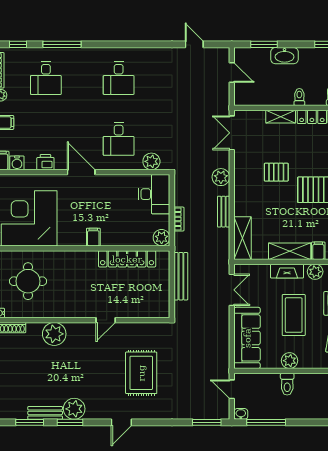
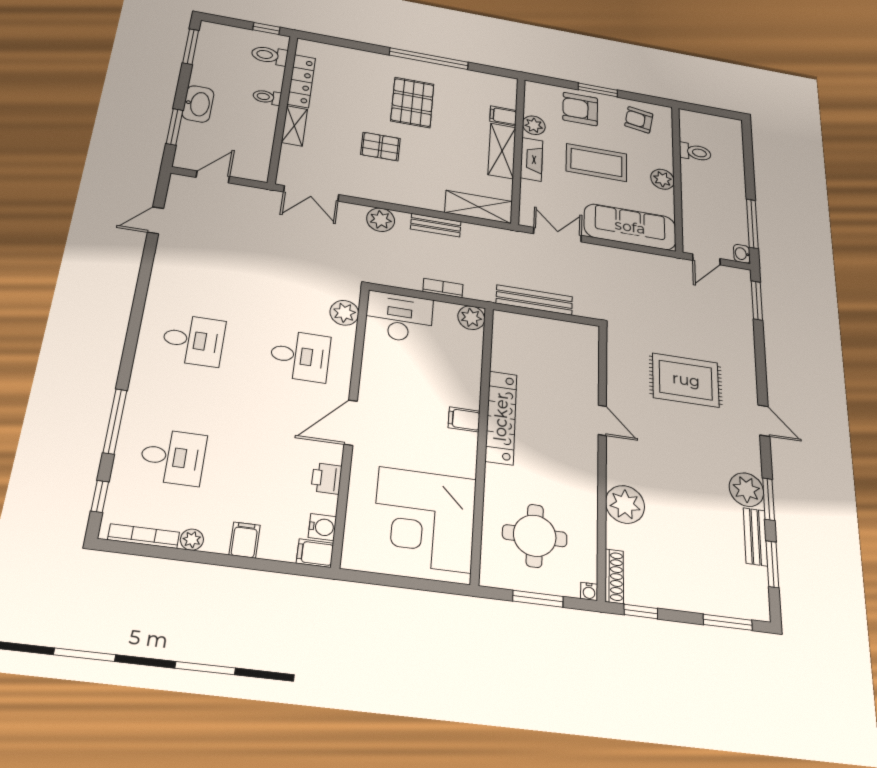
pallet: (276, 172) -> (380, 146), turned 90
locker: (127, 259) -> (501, 417), moved
toilet: (287, 384) -> (695, 152), moved

